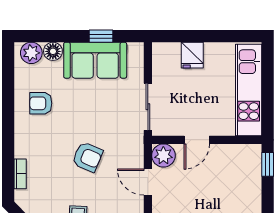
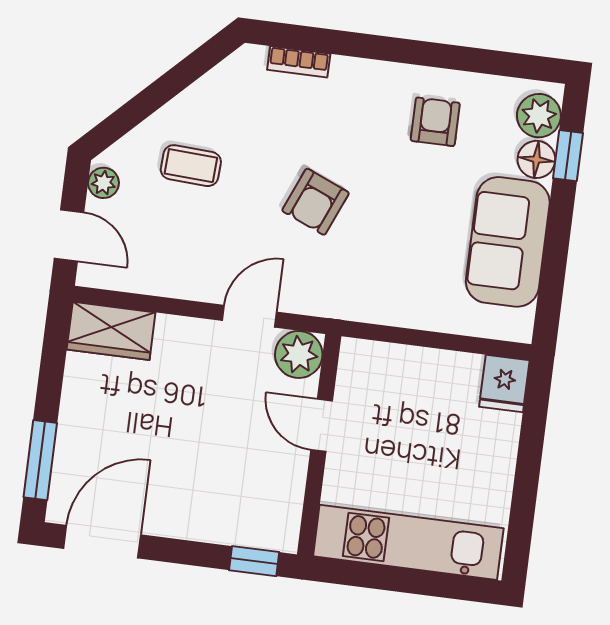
window: (101, 36) -> (568, 156), moved
fridge: (192, 55) -> (504, 383), moved, turned -90
sliding door: (148, 107) -> (401, 336), removed

